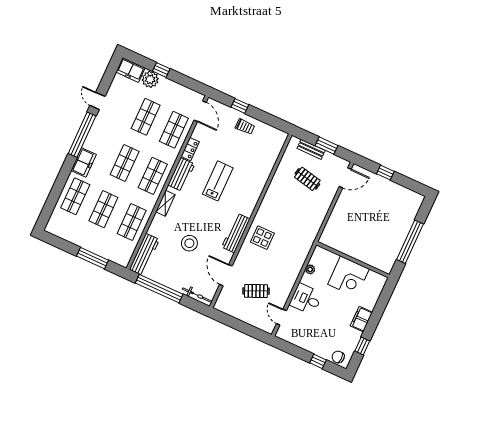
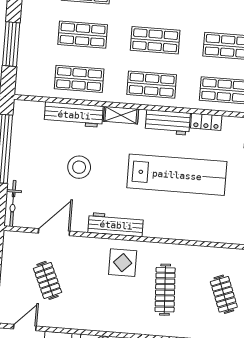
clothes rail: (307, 179) -> (224, 294), turned -33
lab bench: (218, 181) -> (177, 175), width x1.86, depth x1.39
clothes rail: (290, 216) -> (165, 290), added
workbench: (144, 255) -> (74, 115), moved

